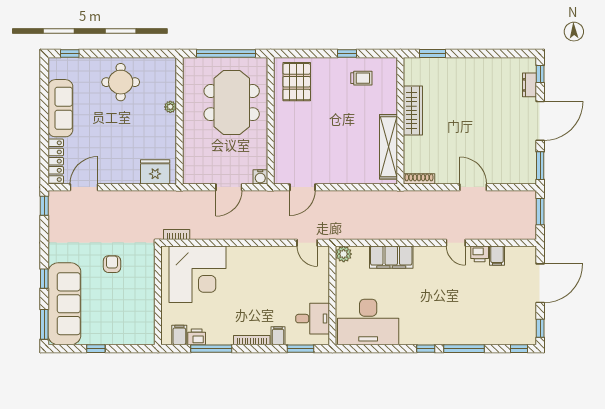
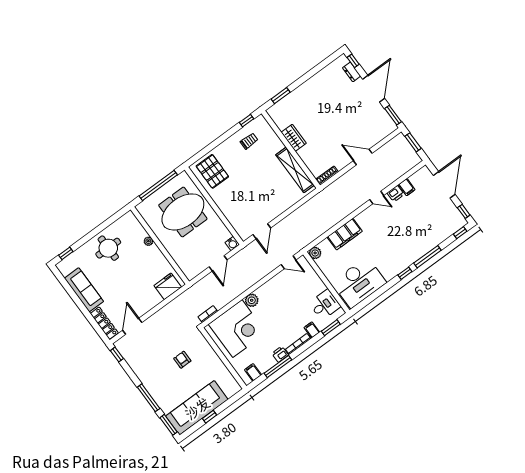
window: (347, 54) -> (246, 121), moved
meeting table: (232, 103) -> (183, 212), turned 90
wardrobe: (413, 110) -> (294, 138), width x0.67
plant: (236, 255) -> (252, 300), added
window: (44, 279) -> (149, 398), width x2.17
sofa: (64, 304) -> (197, 408), moved, turned -90
printer: (197, 337) -> (280, 354), moved

